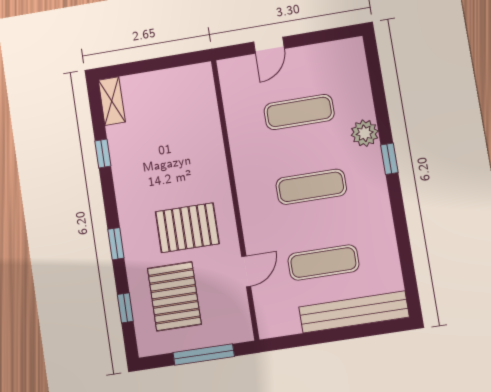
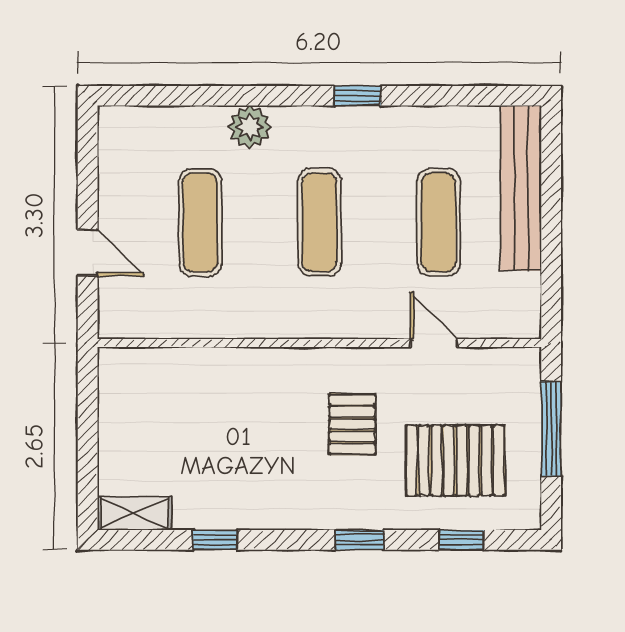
window: (389, 159) -> (357, 96), moved
pallet: (187, 228) -> (352, 424), width x0.67, depth x0.71

